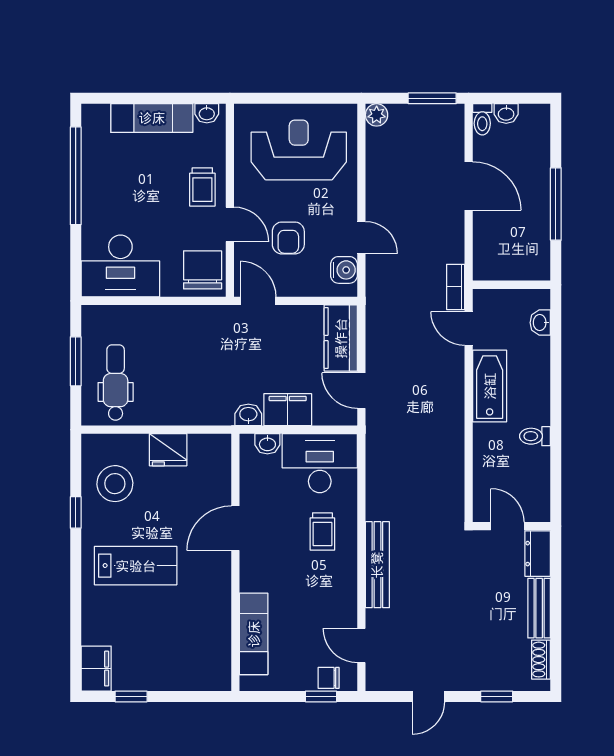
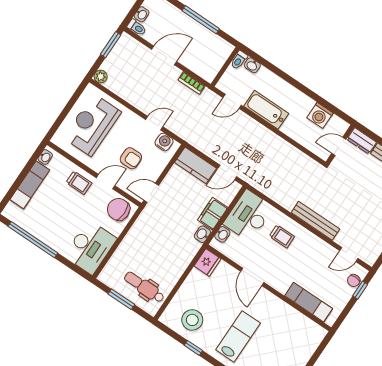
bookcase: (456, 287) -> (192, 83), moved
toilet: (535, 436) -> (239, 60), moved
fridge: (168, 450) -> (208, 262), moved
washing machine: (534, 469) -> (320, 115), added

